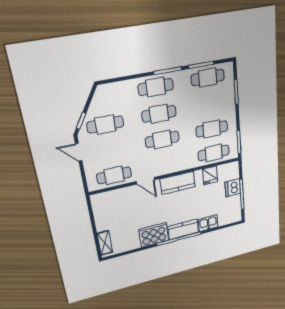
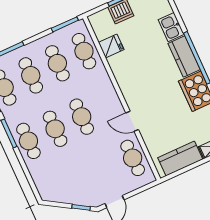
cafe table: (105, 124) -> (31, 75), moved
door: (145, 181) -> (132, 121), swing flipped
kitchen counter: (178, 183) -> (180, 159), moved, turned -90

